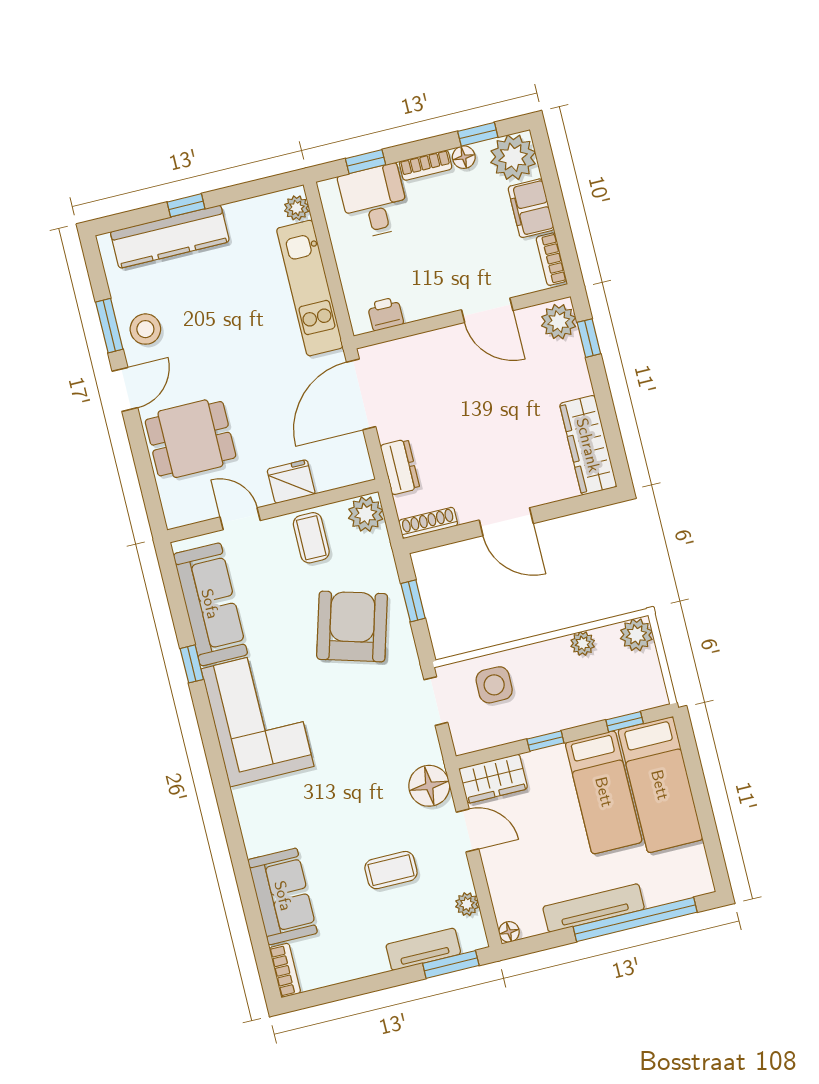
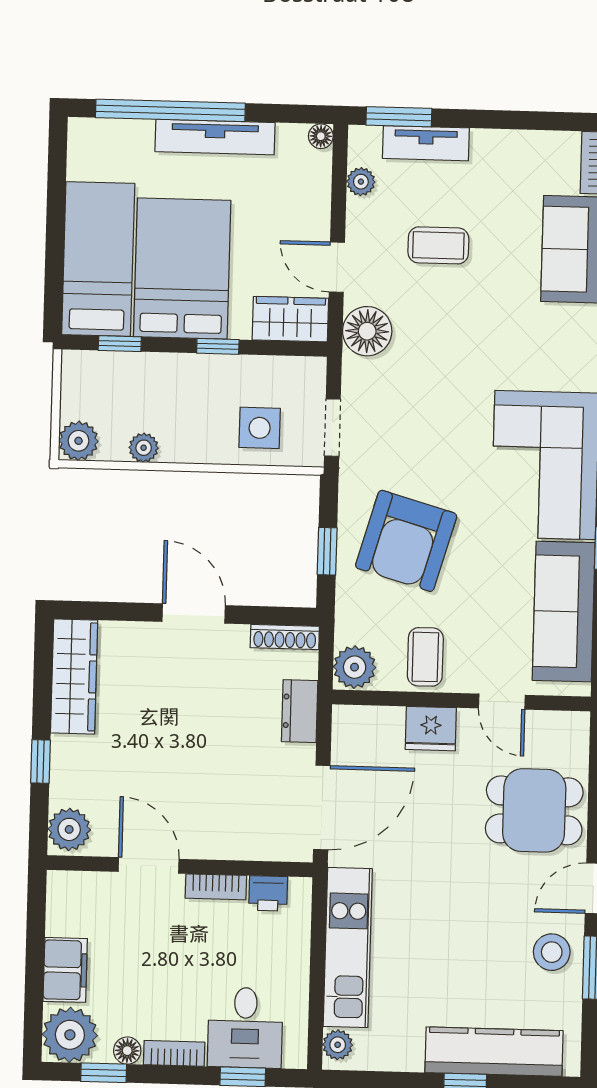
bookcase: (551, 259) -> (216, 887), moved, turned 90
window: (589, 338) -> (40, 761), moved
bed: (604, 792) -> (182, 269), width x1.50

